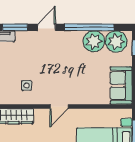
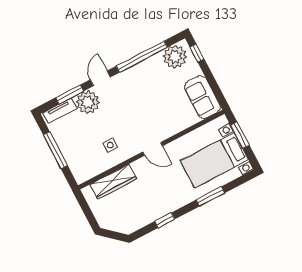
plant: (94, 41) -> (88, 102), moved
door: (59, 106) -> (153, 149), hinge flipped

